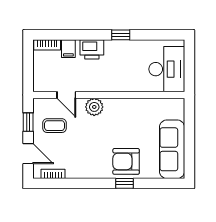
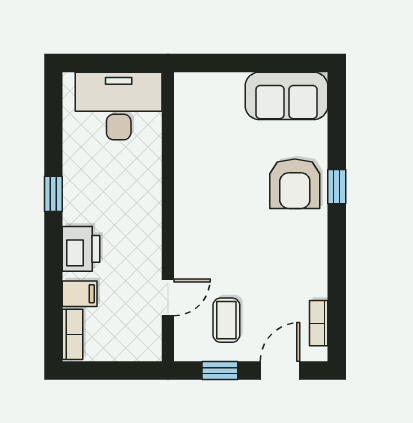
plant: (94, 107) -> (191, 244), removed
sofa: (172, 149) -> (286, 96), width x0.73

